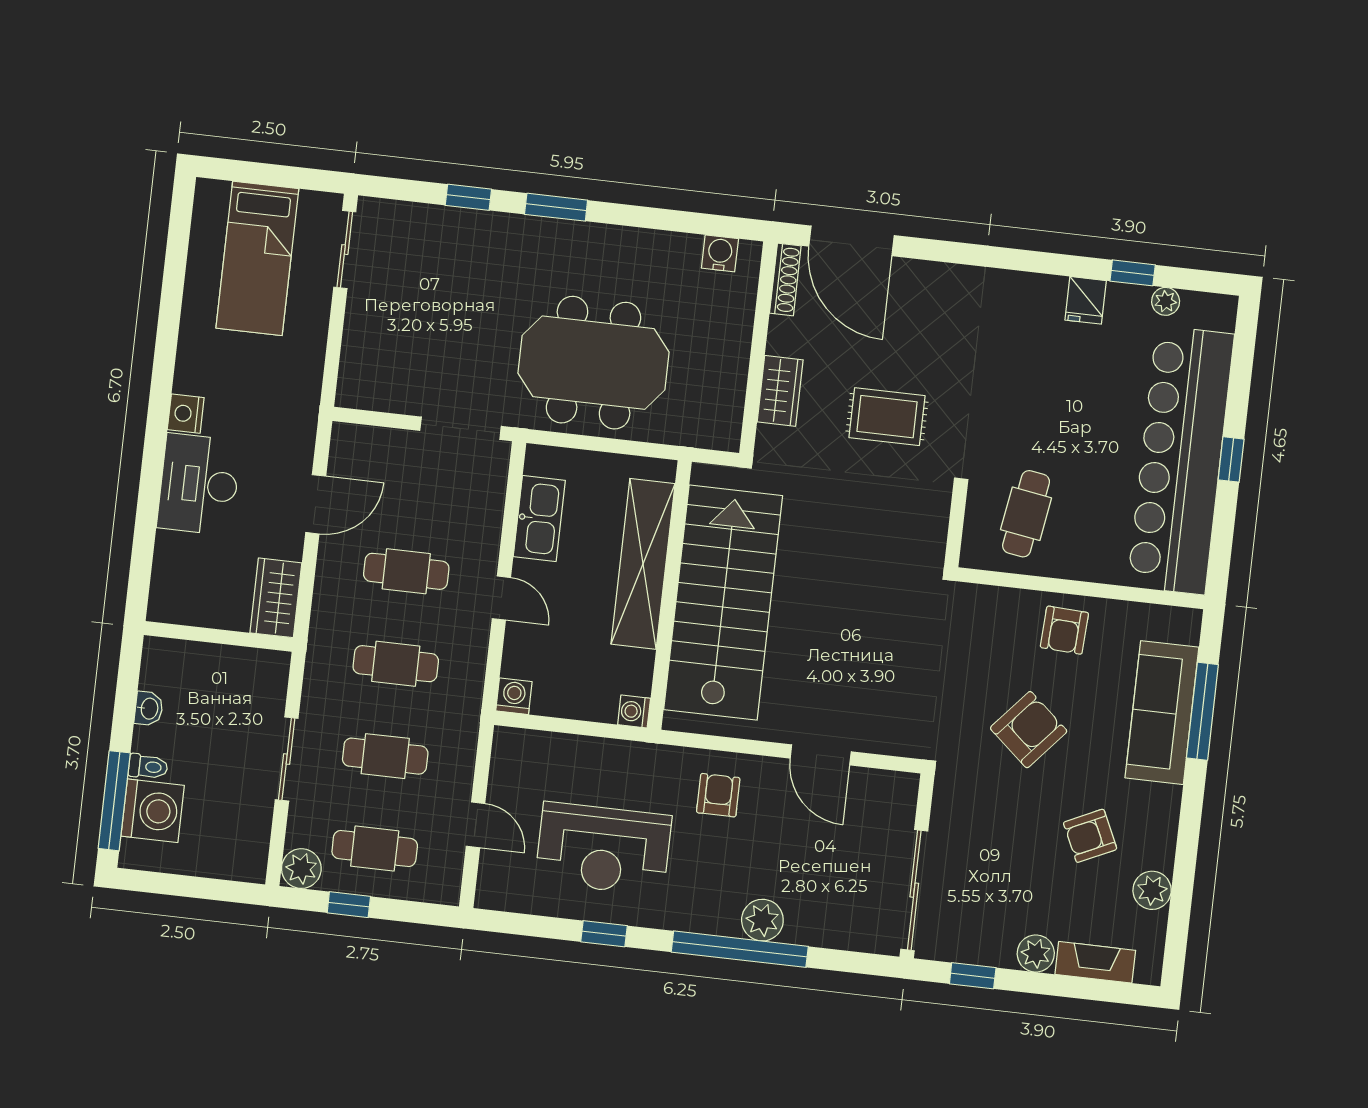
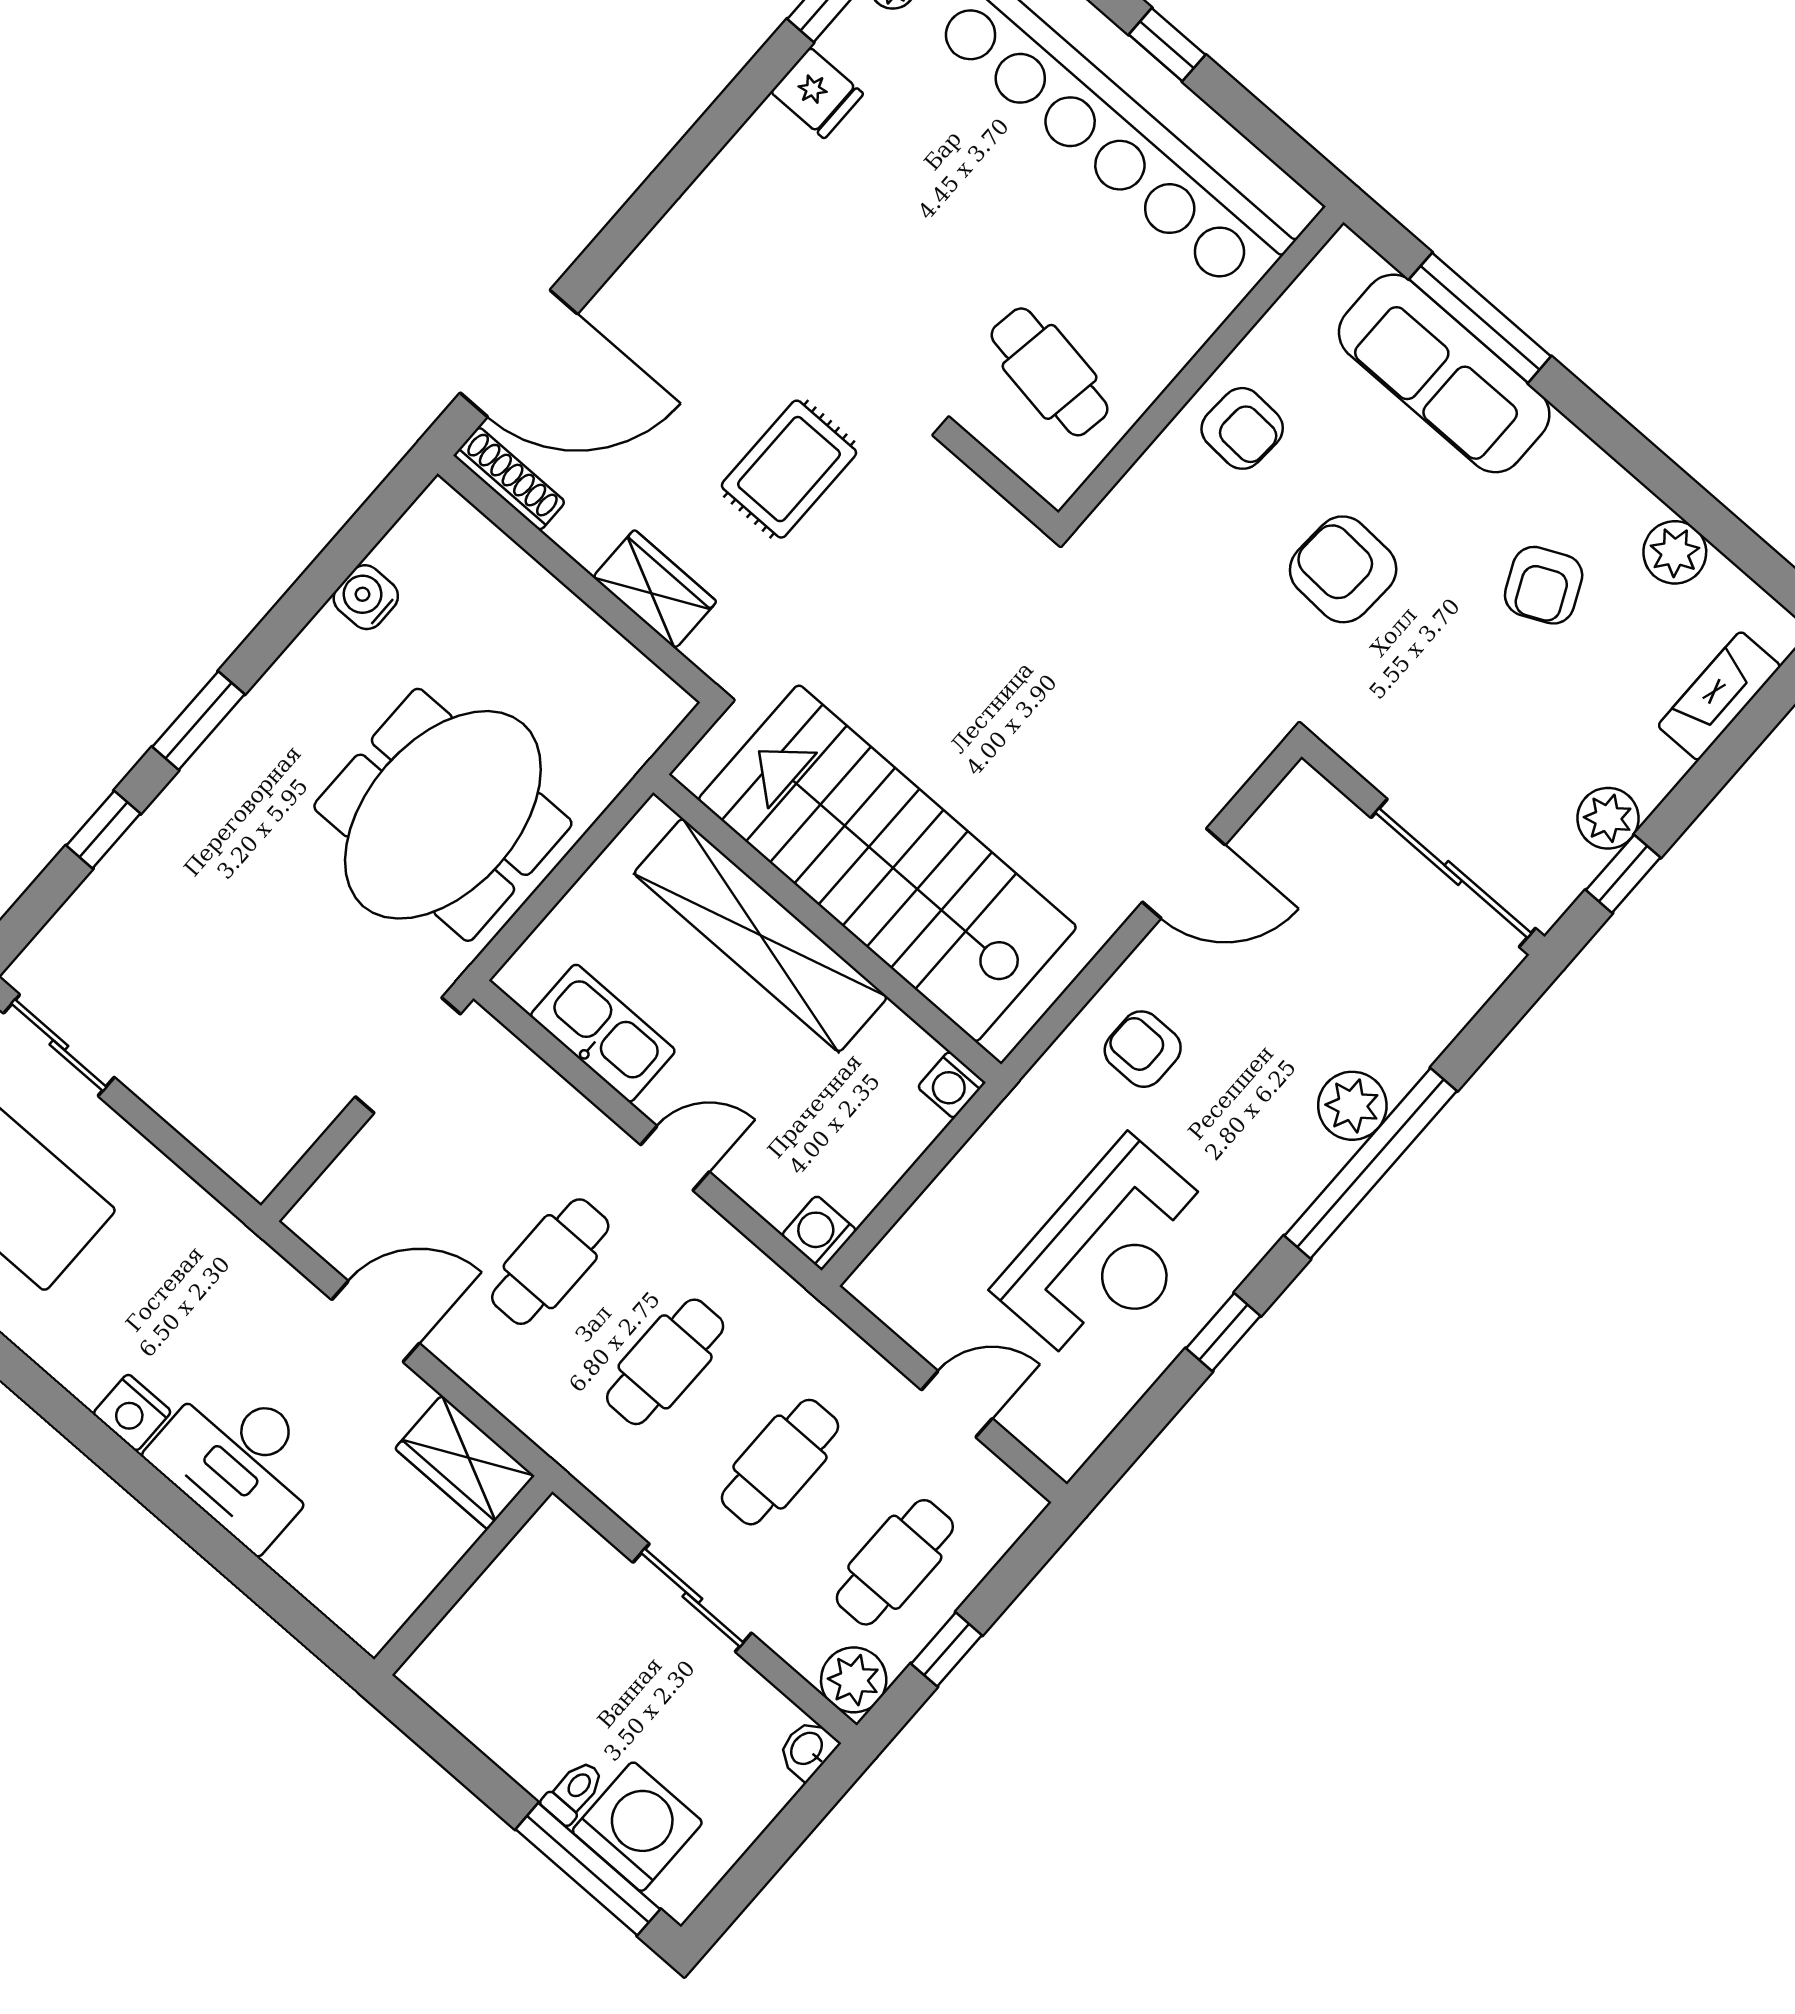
water cooler: (720, 253) -> (366, 597), moved
door: (316, 504) -> (376, 1321), hinge flipped
washbasin: (149, 709) -> (807, 1749), moved, turned -90
armchair: (1029, 730) -> (1343, 569), turned -38
plant: (1036, 953) -> (1608, 818), moved

